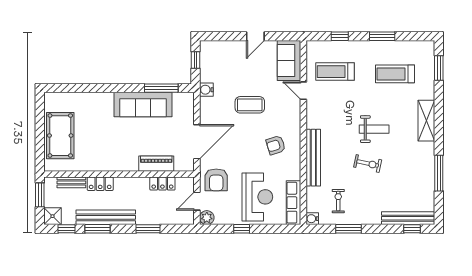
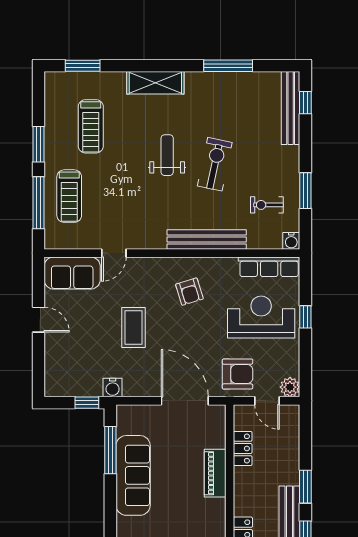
window: (340, 36) -> (38, 203), width x2.17
window: (196, 60) -> (87, 403), moved
treadmill: (335, 72) -> (69, 196), moved
exercise bike: (368, 163) -> (215, 164), width x1.38, depth x1.39
piano: (156, 164) -> (215, 473), moved
window: (148, 229) -> (305, 487), moved
window: (242, 229) -> (305, 317), moved

